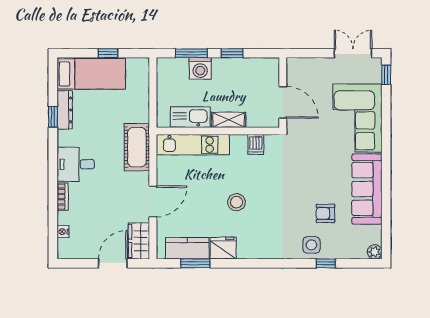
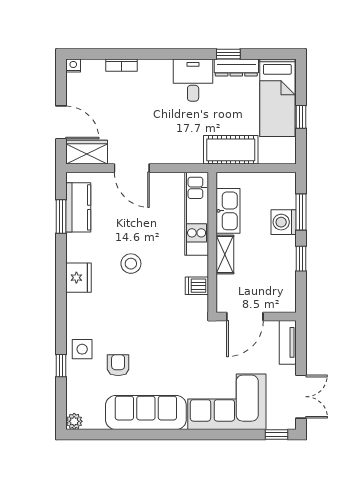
tv unit: (306, 65) -> (288, 342), added
cot: (137, 147) -> (231, 150), moved
desk: (76, 164) -> (193, 80), moved
bookcase: (63, 197) -> (122, 65), moved
nightstand: (63, 232) -> (73, 66), moved
fridge: (223, 248) -> (78, 278), moved

